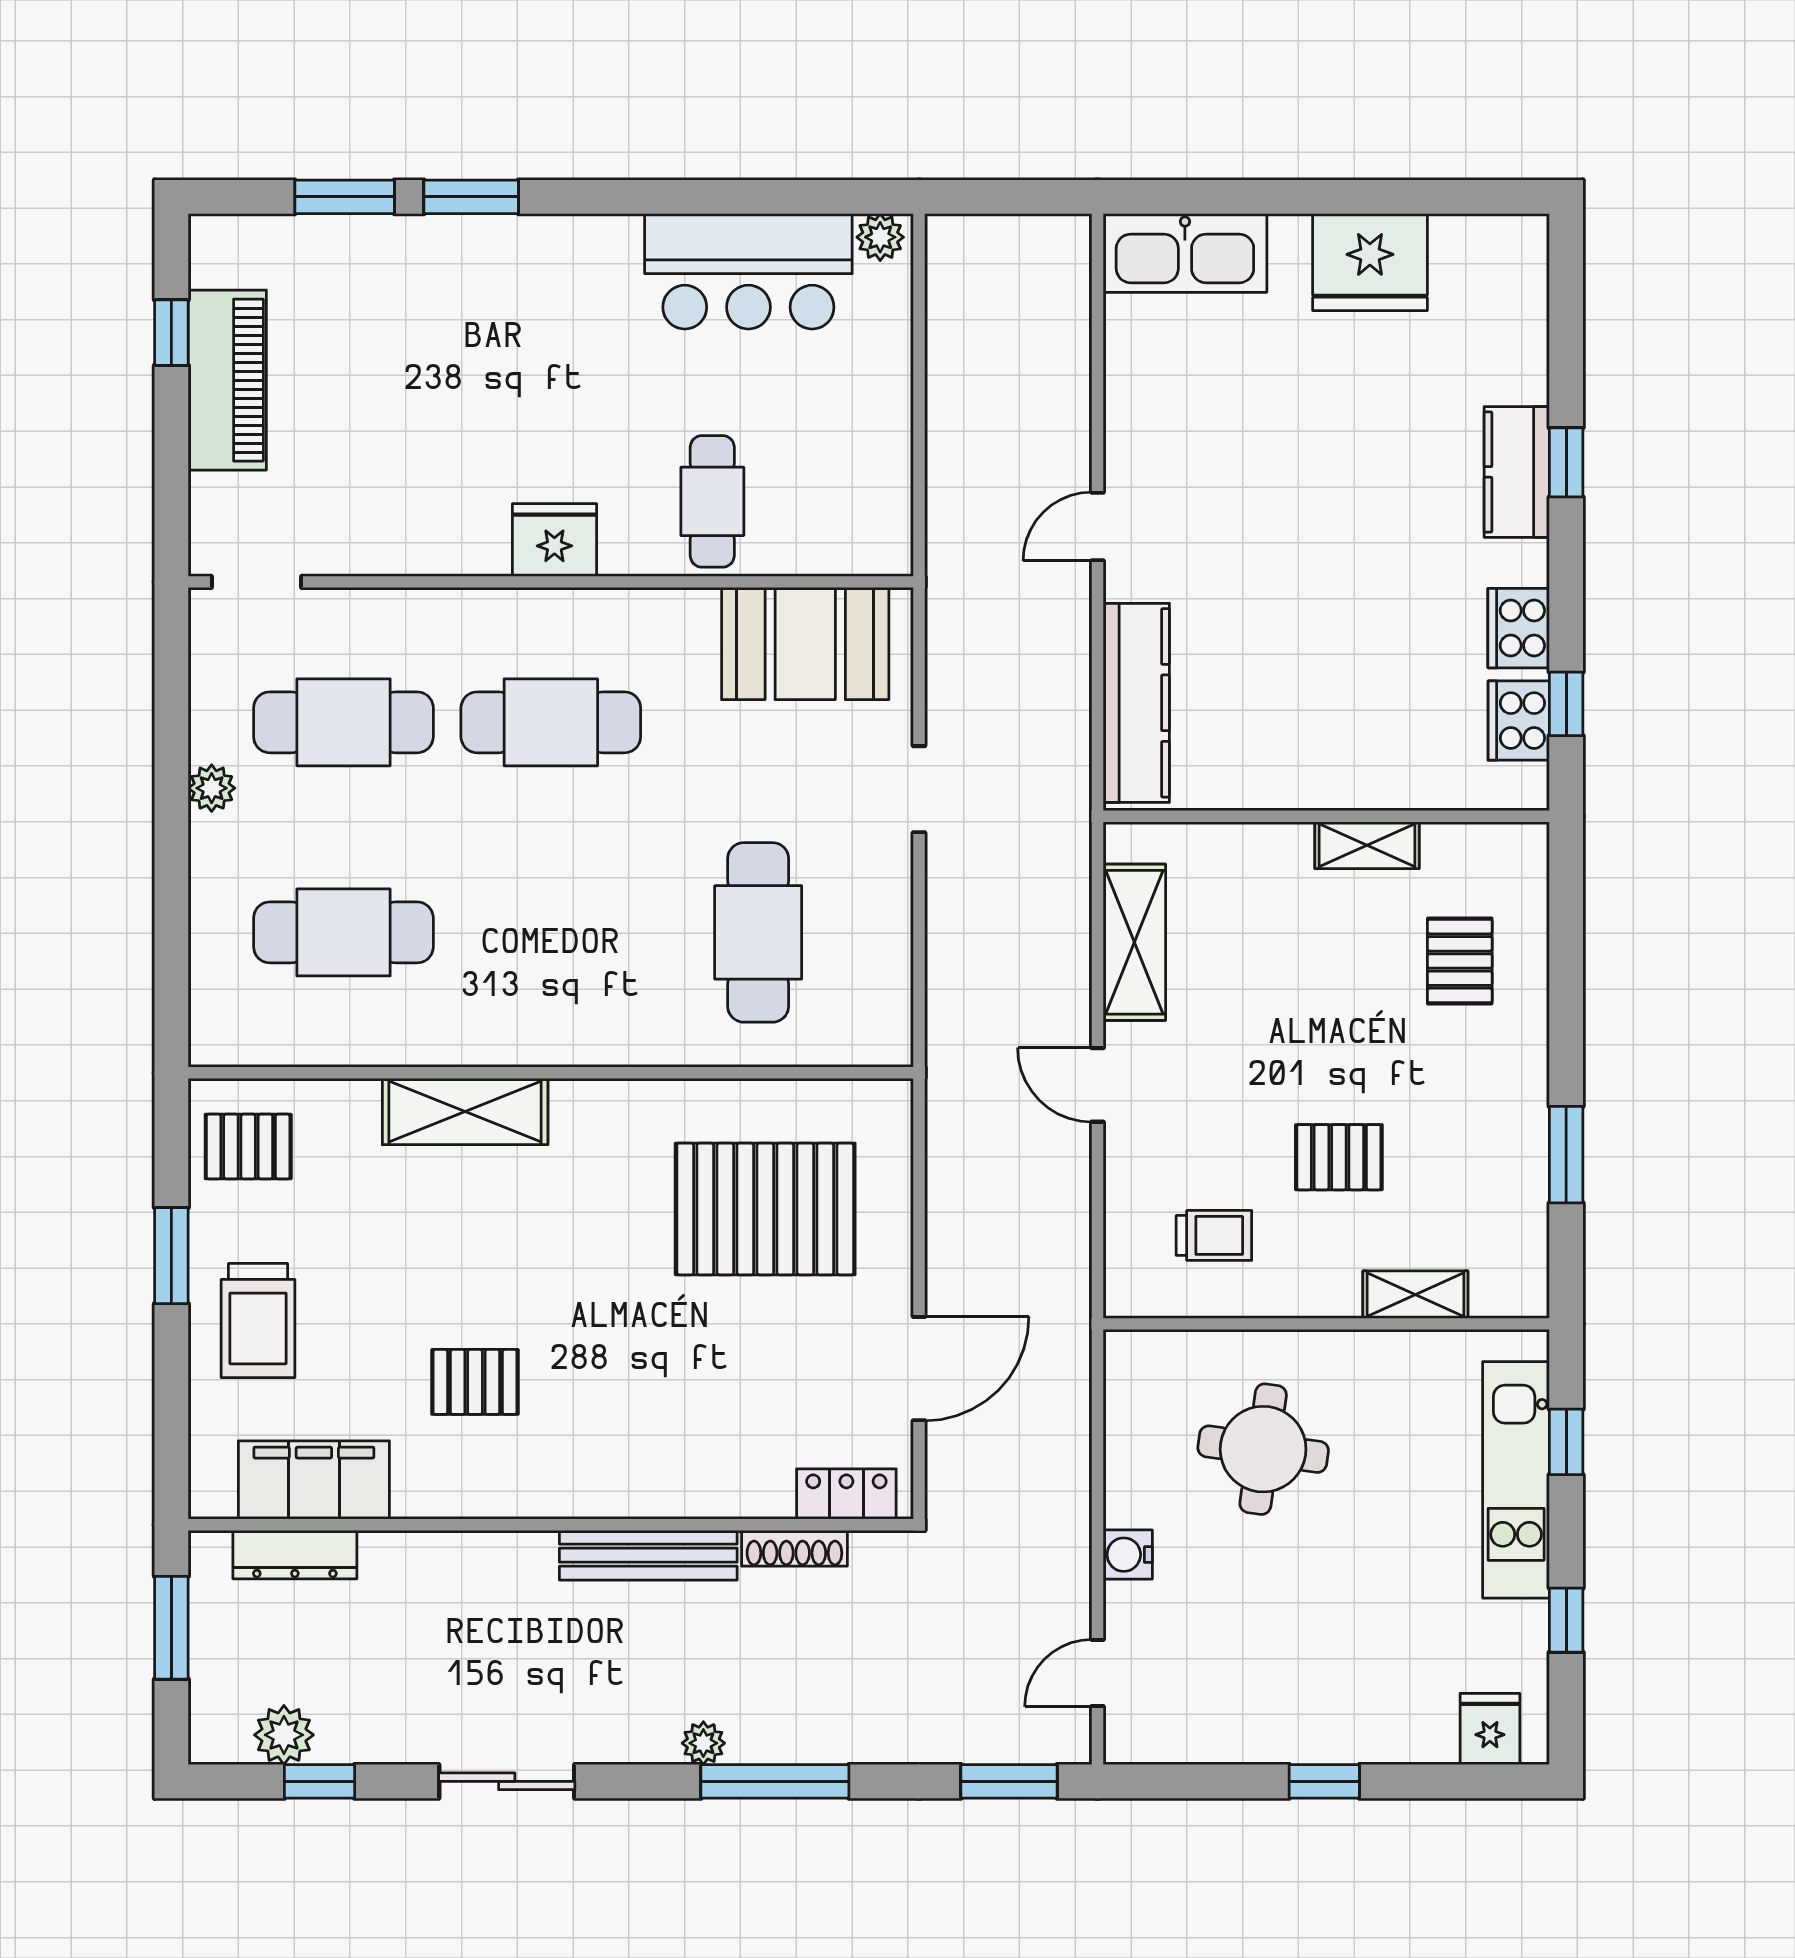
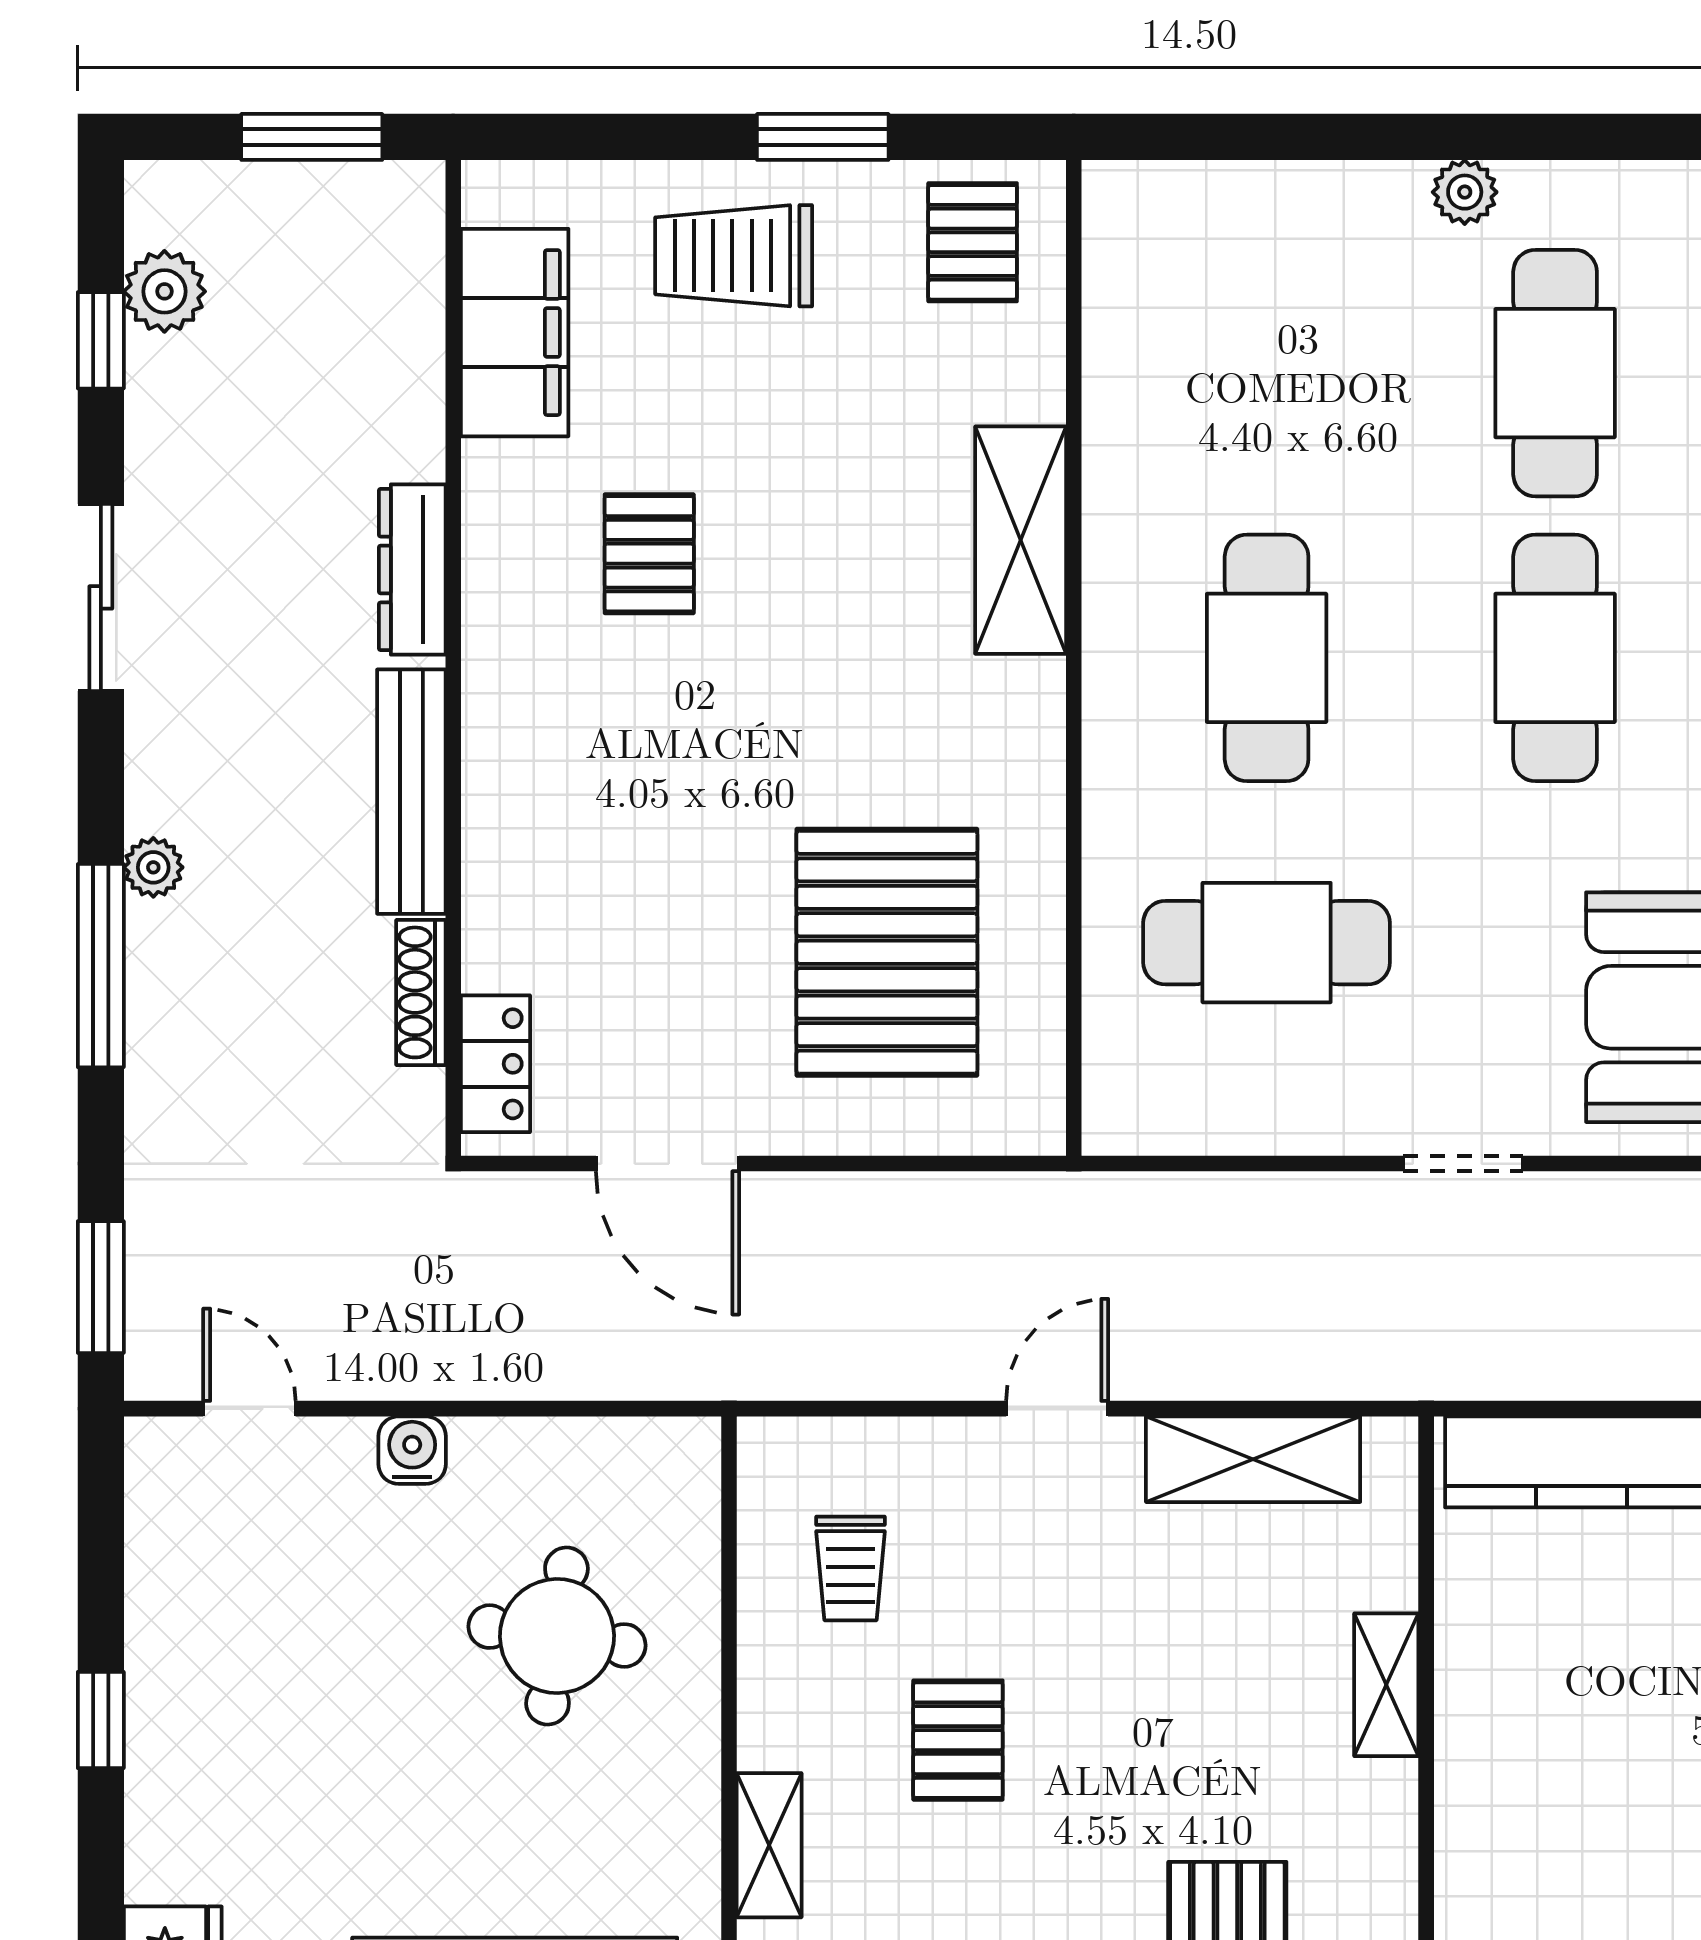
shelving: (1367, 845) -> (1386, 1685), moved
cafe table: (343, 932) -> (1267, 658), moved
dresser: (295, 1555) -> (412, 569), moved

